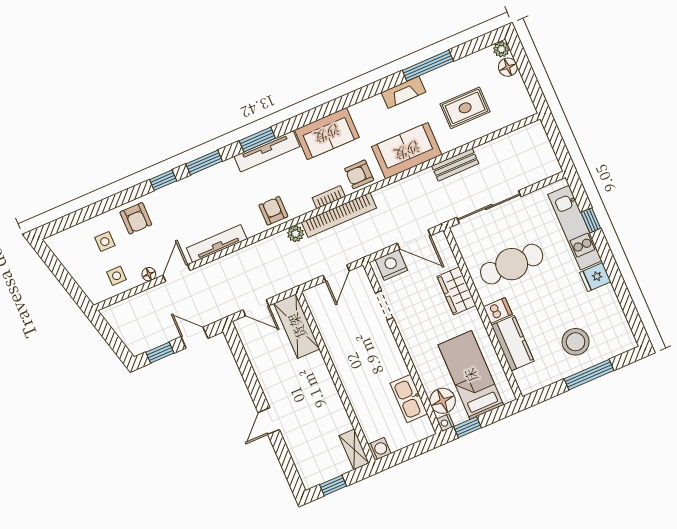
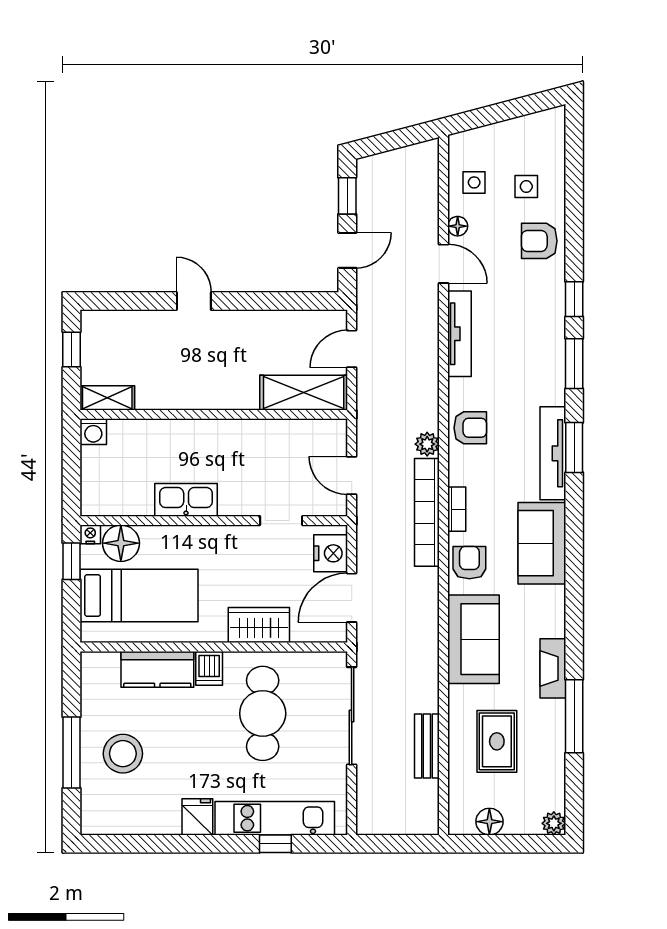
floor lamp: (508, 67) -> (489, 822), moved
bench: (455, 165) -> (427, 746), moved
kitchen sink: (409, 399) -> (186, 500), moved

